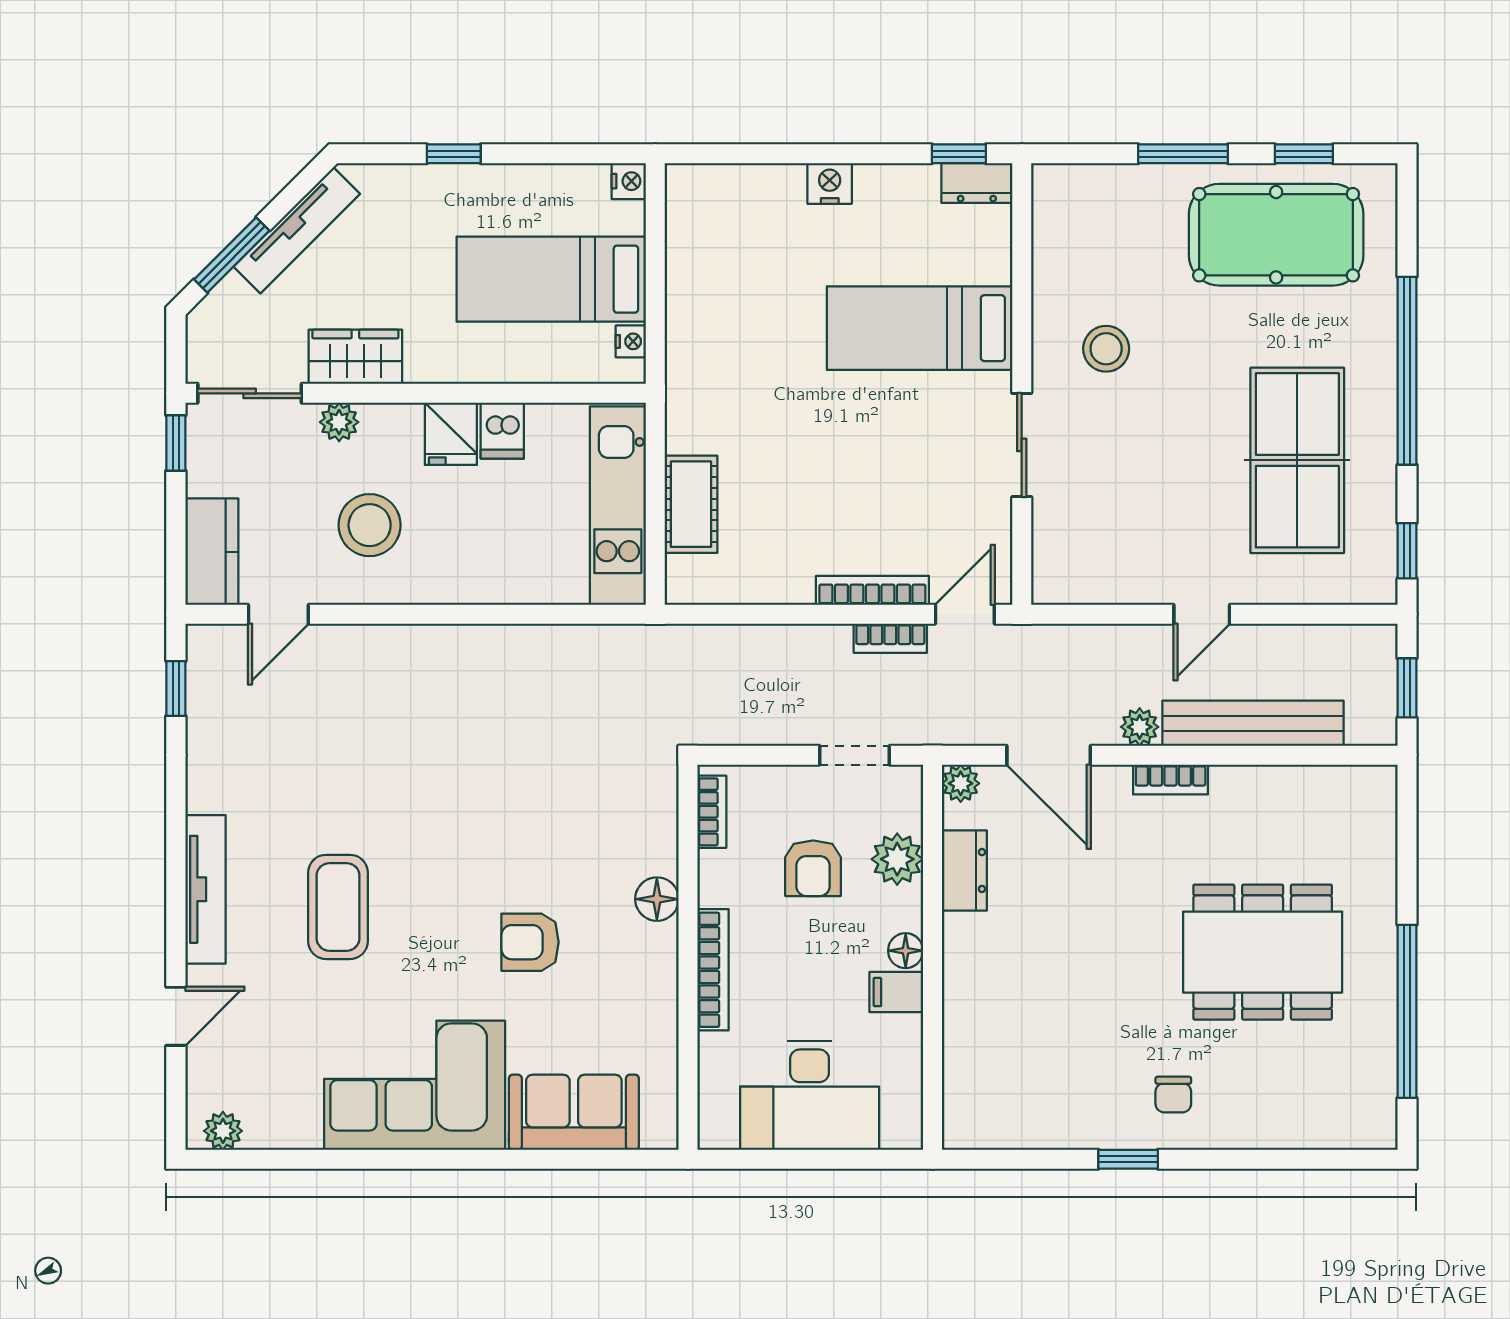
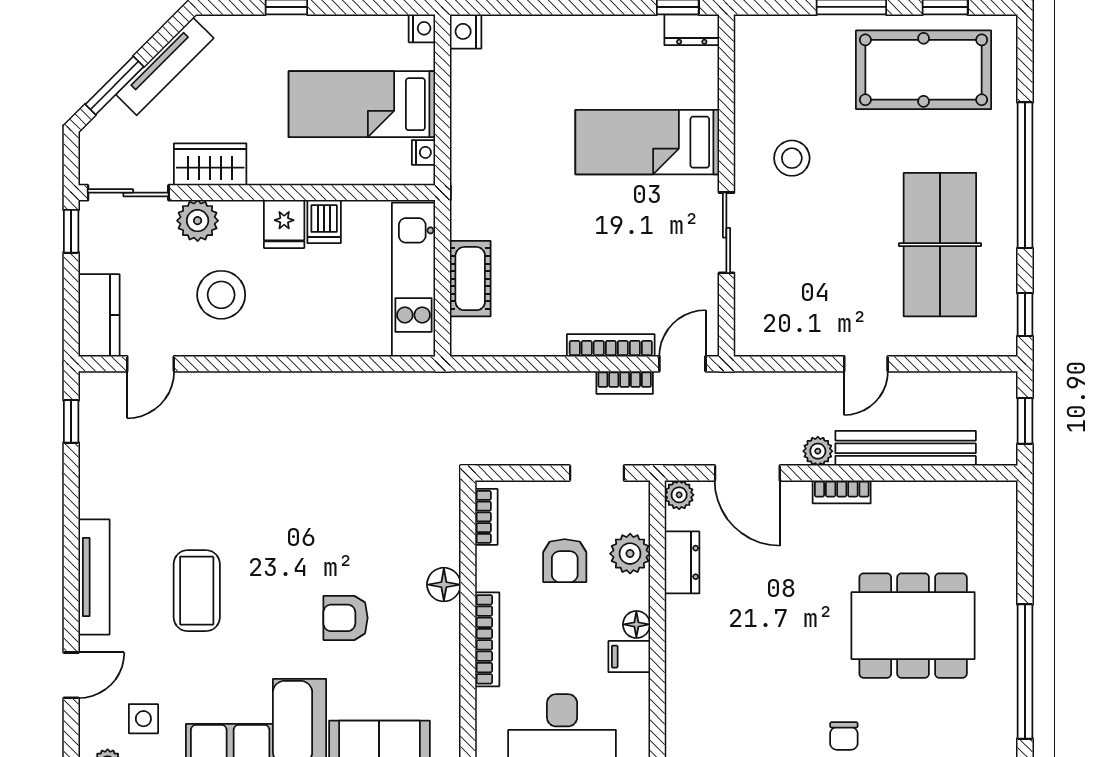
nightstand: (830, 183) -> (466, 31), moved, turned -90
plant: (339, 422) -> (198, 221), width x1.38, depth x1.38
side table: (269, 1072) -> (143, 719), added

